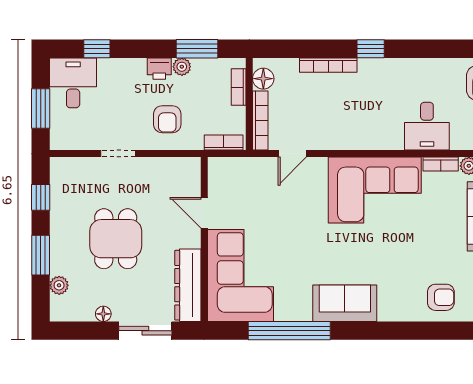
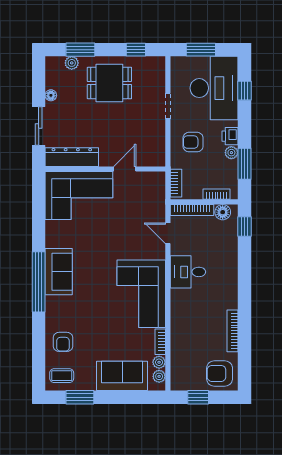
window: (371, 49) -> (245, 226), moved
bookcase: (328, 65) -> (233, 331), moved
desk: (73, 83) -> (214, 88), width x1.87, depth x1.30
desk: (427, 126) -> (188, 272), moved
dining table: (116, 239) -> (109, 83), moved
window: (41, 255) -> (80, 50), moved
window: (289, 331) -> (39, 282), moved

